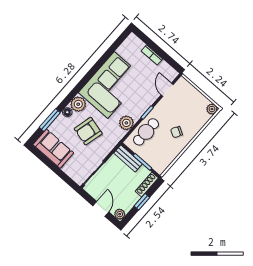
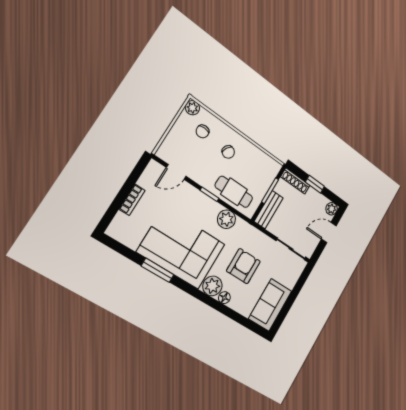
chair: (194, 114) -> (203, 131), added
window: (50, 120) -> (158, 270), moved
armchair: (88, 131) -> (243, 266), turned -104

